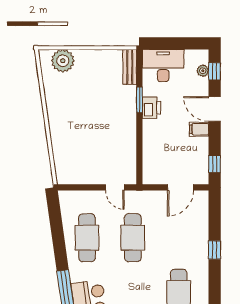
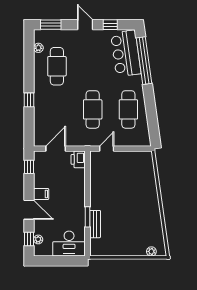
plant: (63, 61) -> (151, 251), width x0.53, depth x0.53
bench: (130, 67) -> (95, 224), moved
printer: (151, 108) -> (78, 159), moved
door: (115, 187) -> (107, 149), hinge flipped

